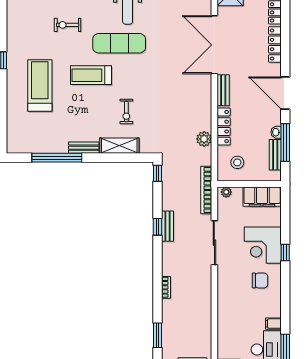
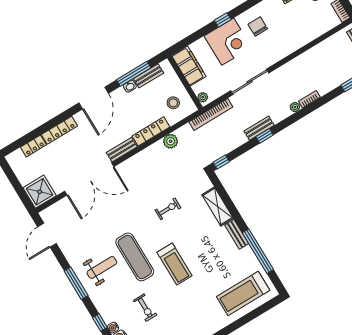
treadmill: (40, 85) -> (243, 293), moved
exercise bike: (126, 111) -> (168, 209), moved
plant: (167, 270) -> (295, 107), added

